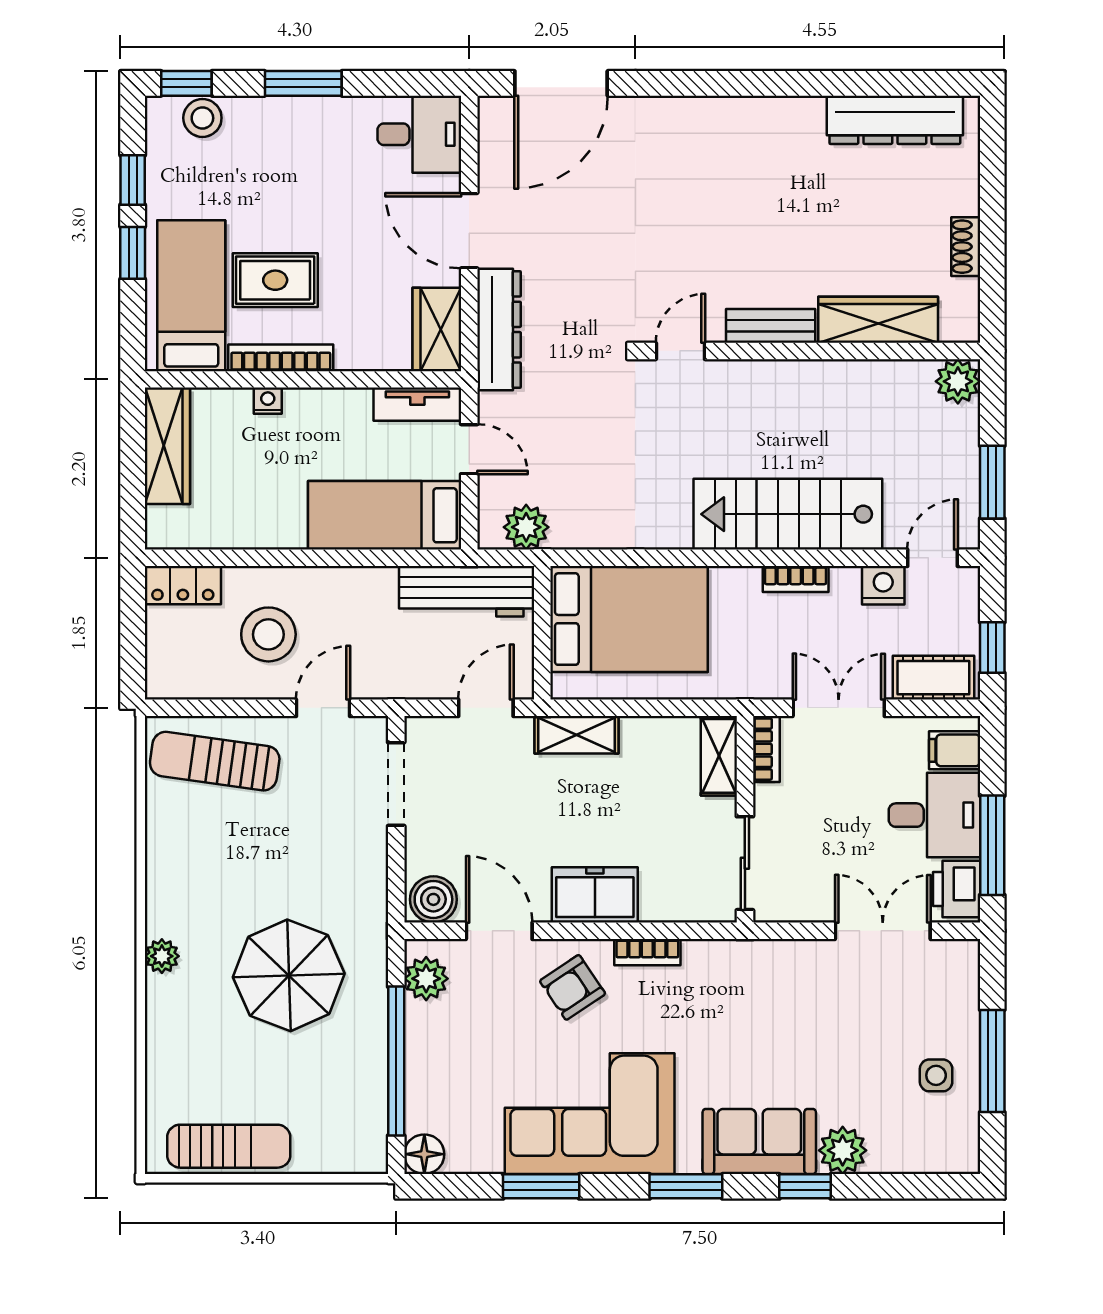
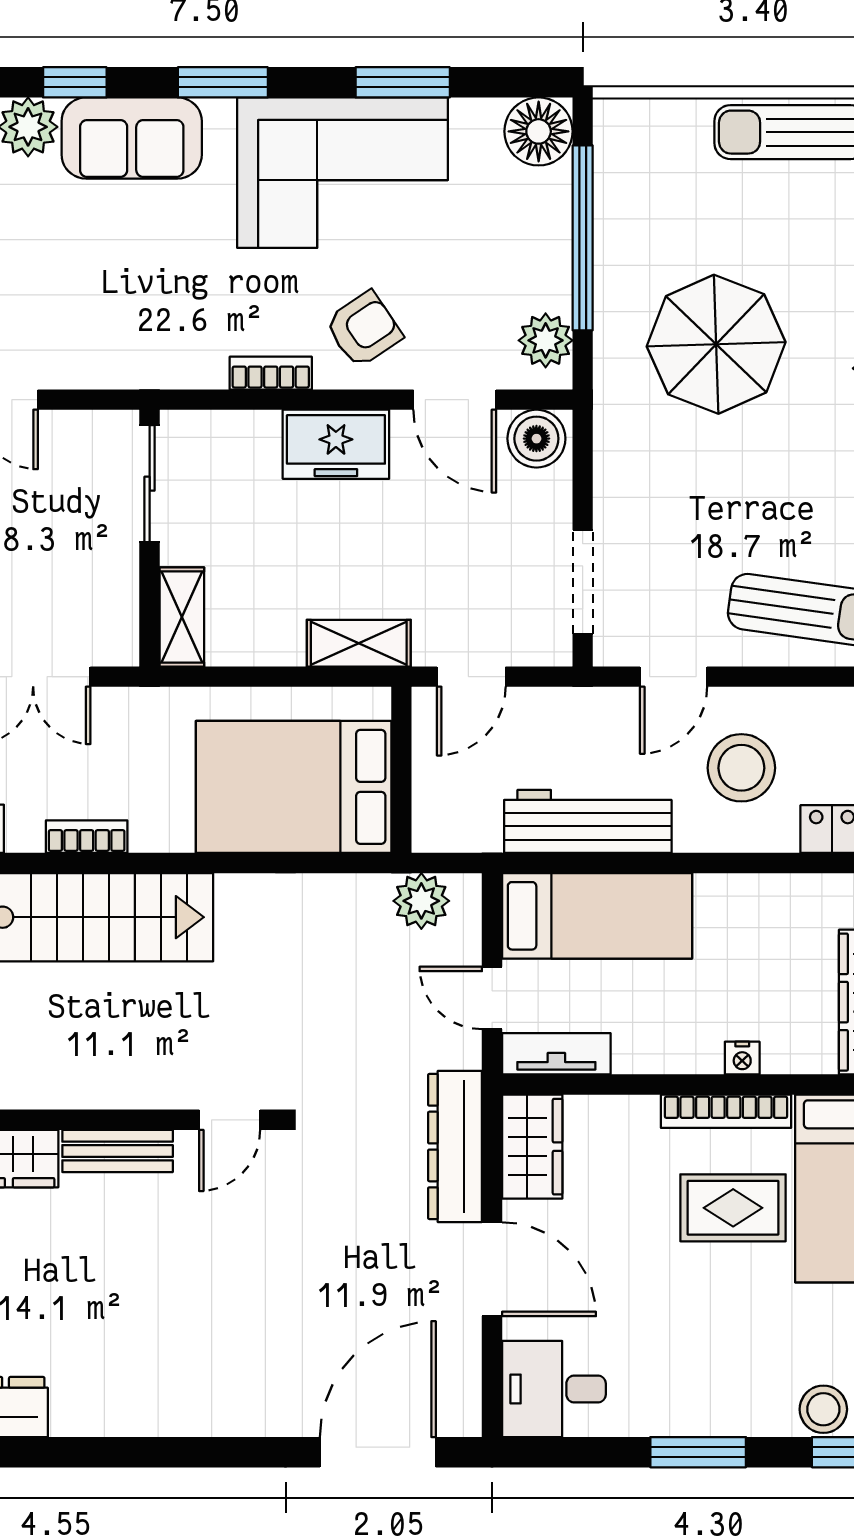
workbench: (467, 591) -> (588, 821), moved
bookcase: (766, 749) -> (123, 625), removed
floor lamp: (424, 1154) -> (539, 131), width x1.38, depth x1.38

